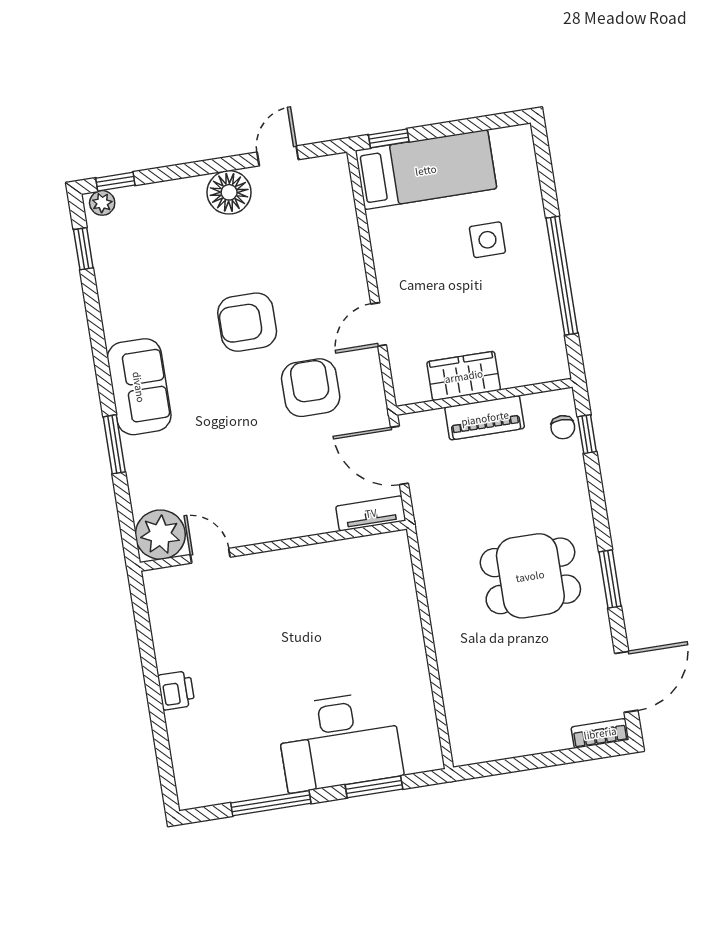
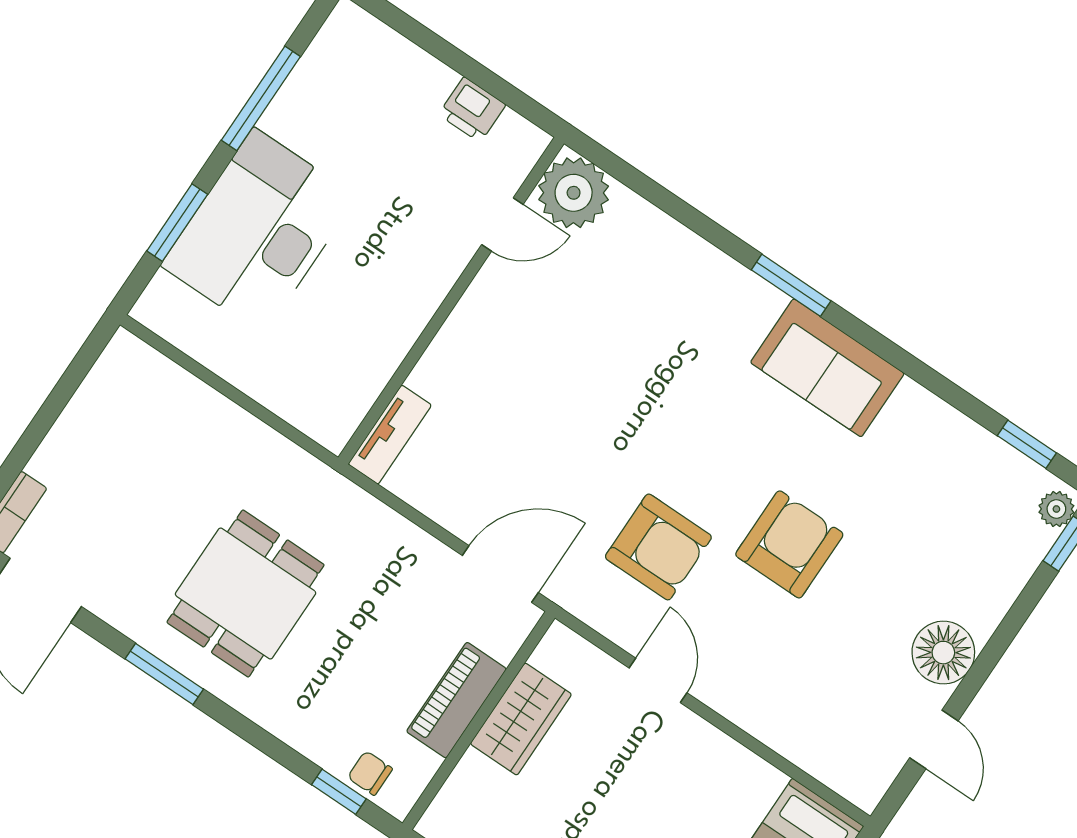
tv unit: (371, 513) -> (390, 435), moved
plant: (160, 535) -> (574, 193), moved
wall: (273, 546) -> (451, 301), moved
door: (210, 556) -> (502, 225), moved

